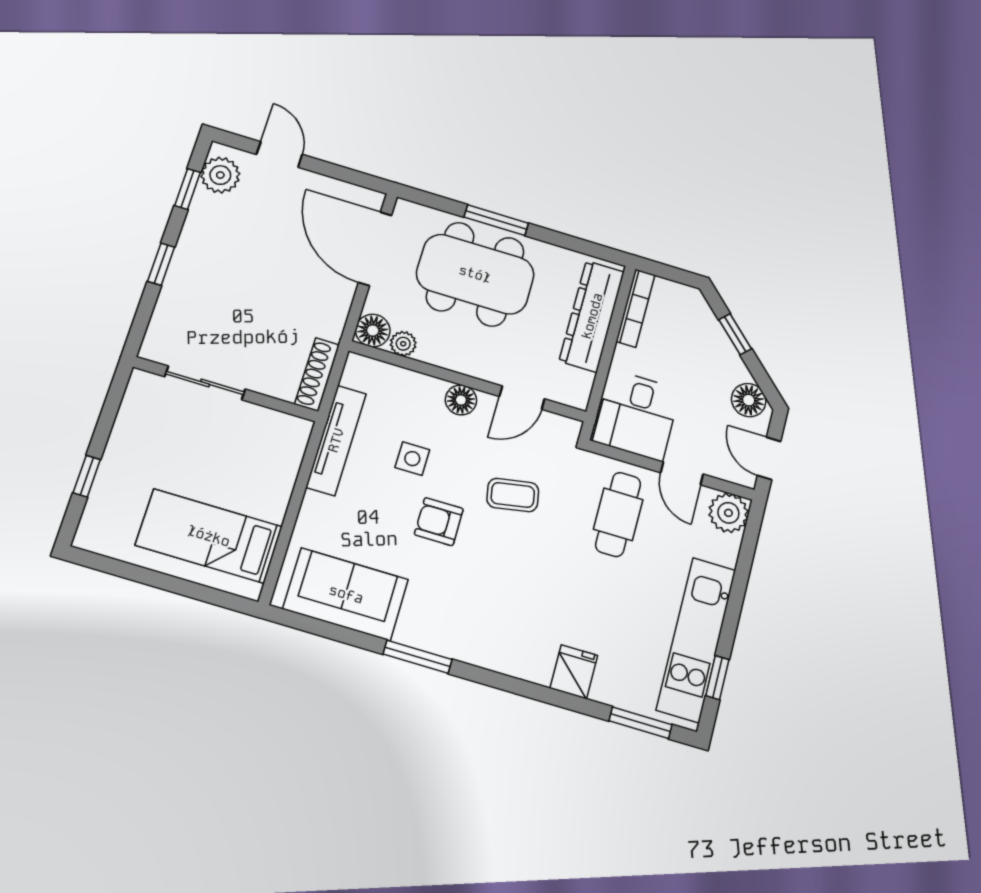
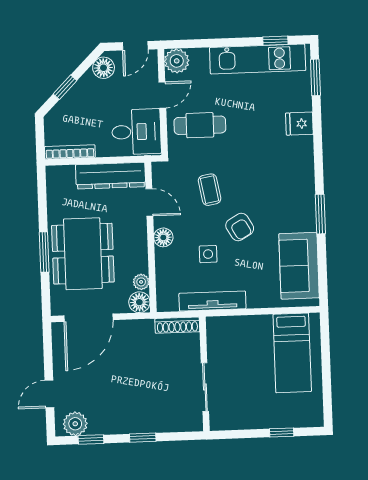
dresser: (592, 316) -> (111, 176), moved
armchair: (439, 522) -> (240, 227), turned -30

